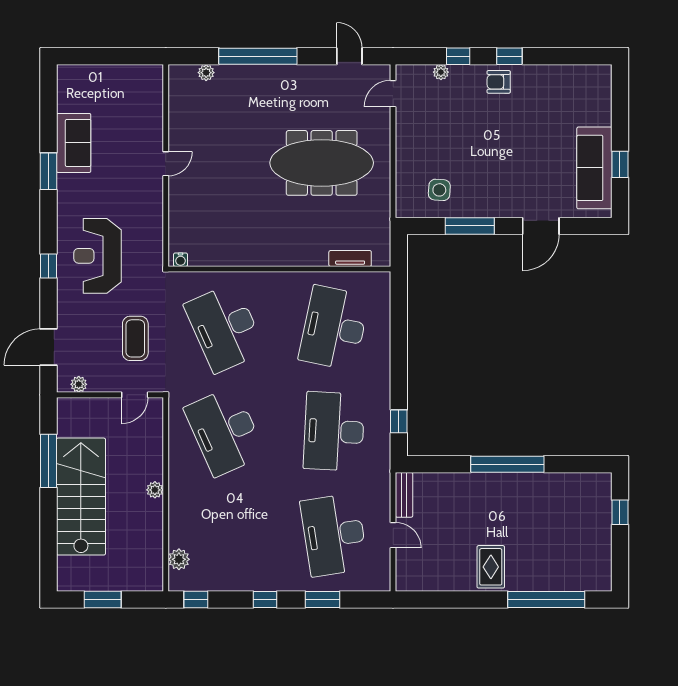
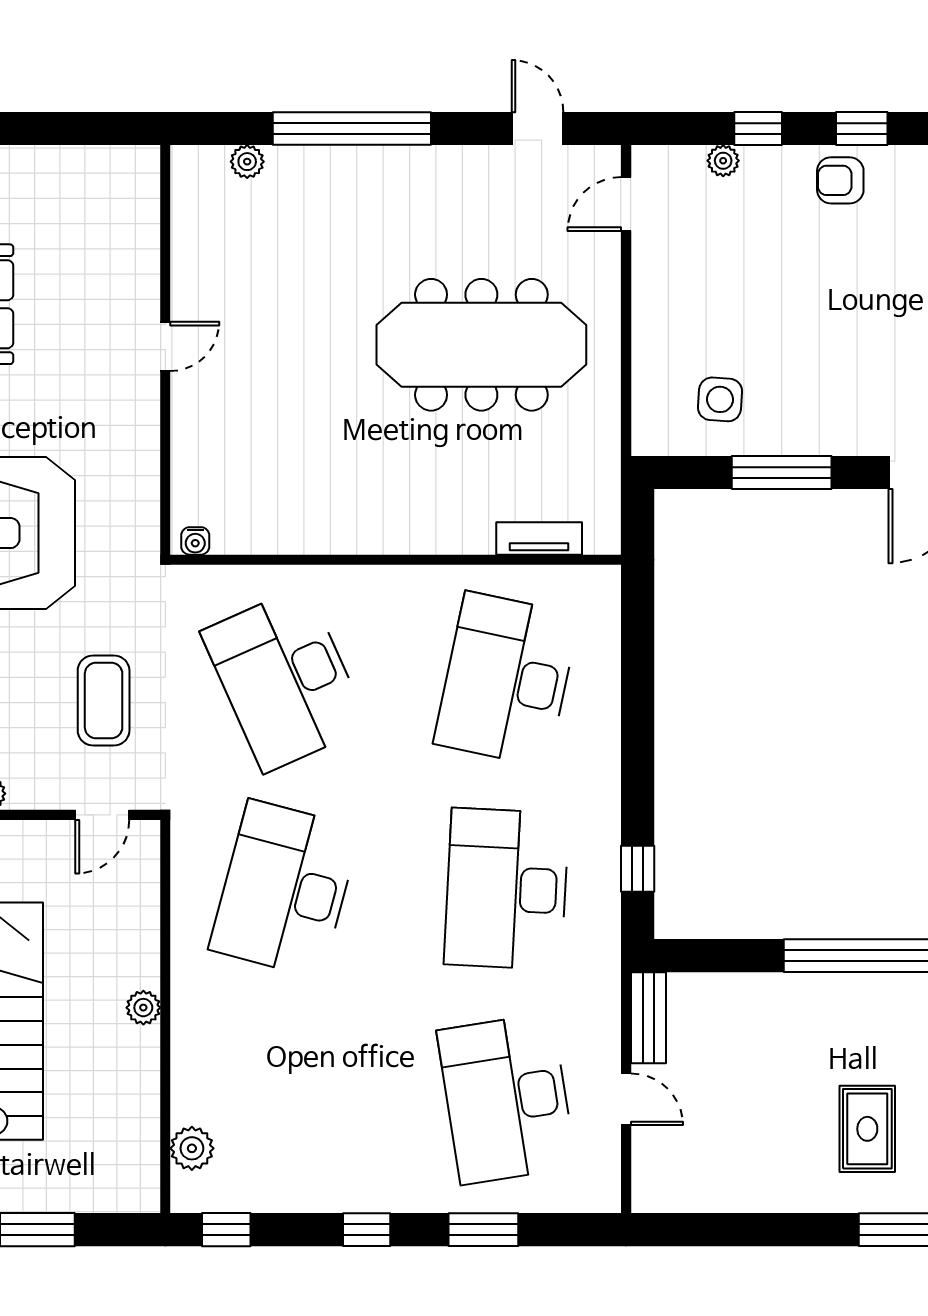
desk: (225, 431) -> (285, 889), turned 39
rug: (491, 567) -> (867, 1129), moved

